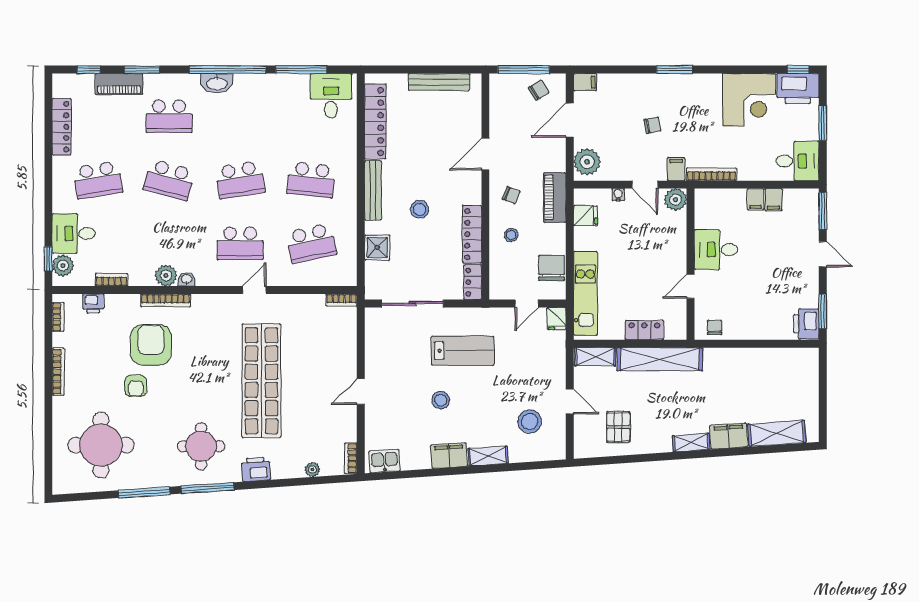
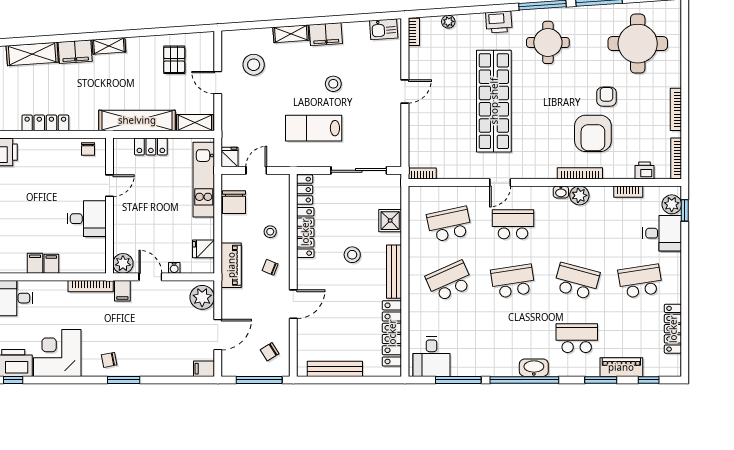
chair: (539, 90) -> (270, 352), moved
chair: (652, 125) -> (109, 360), moved
school desk: (311, 180) -> (449, 281), turned -30
bookcase: (58, 317) -> (676, 158), width x1.56
locker: (762, 357) -> (45, 123), added

